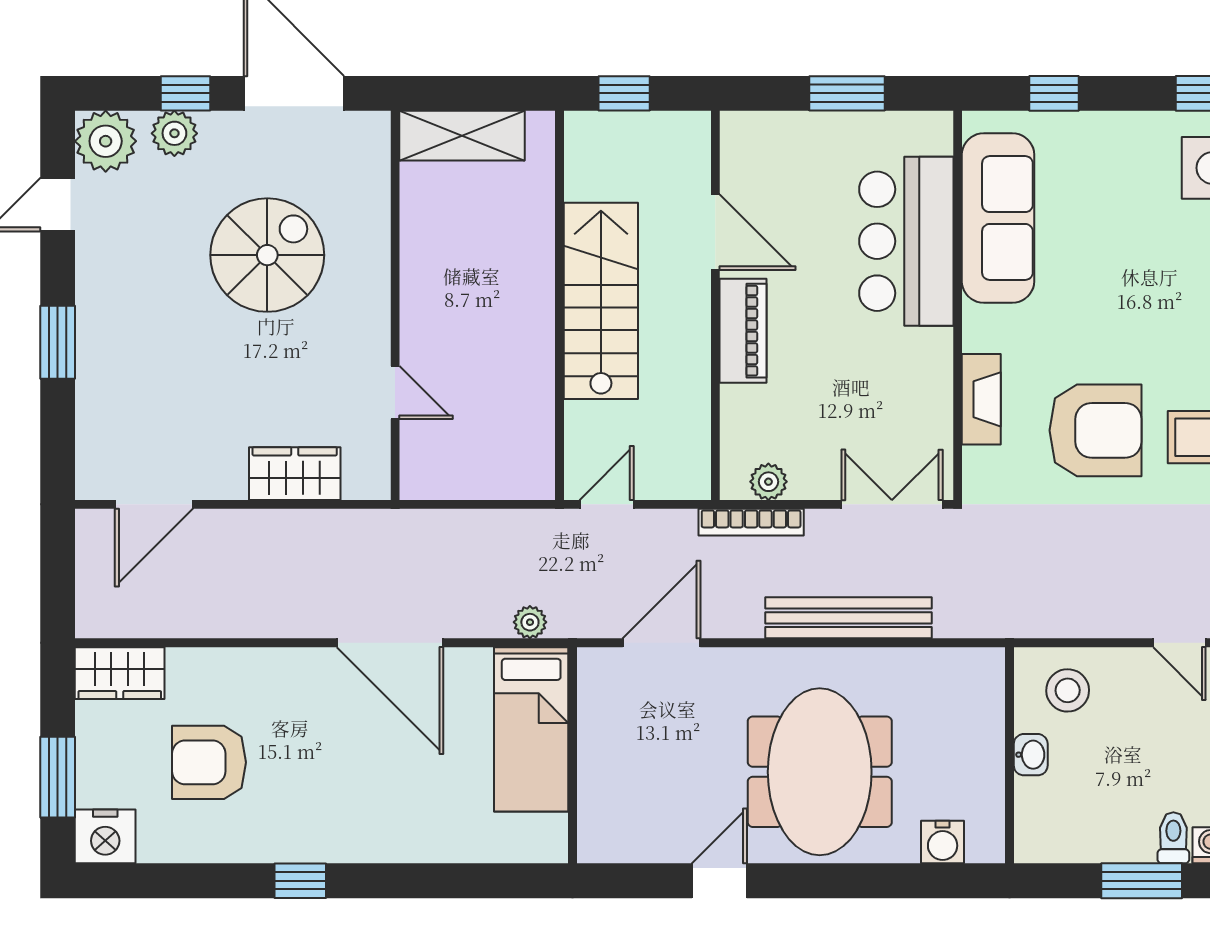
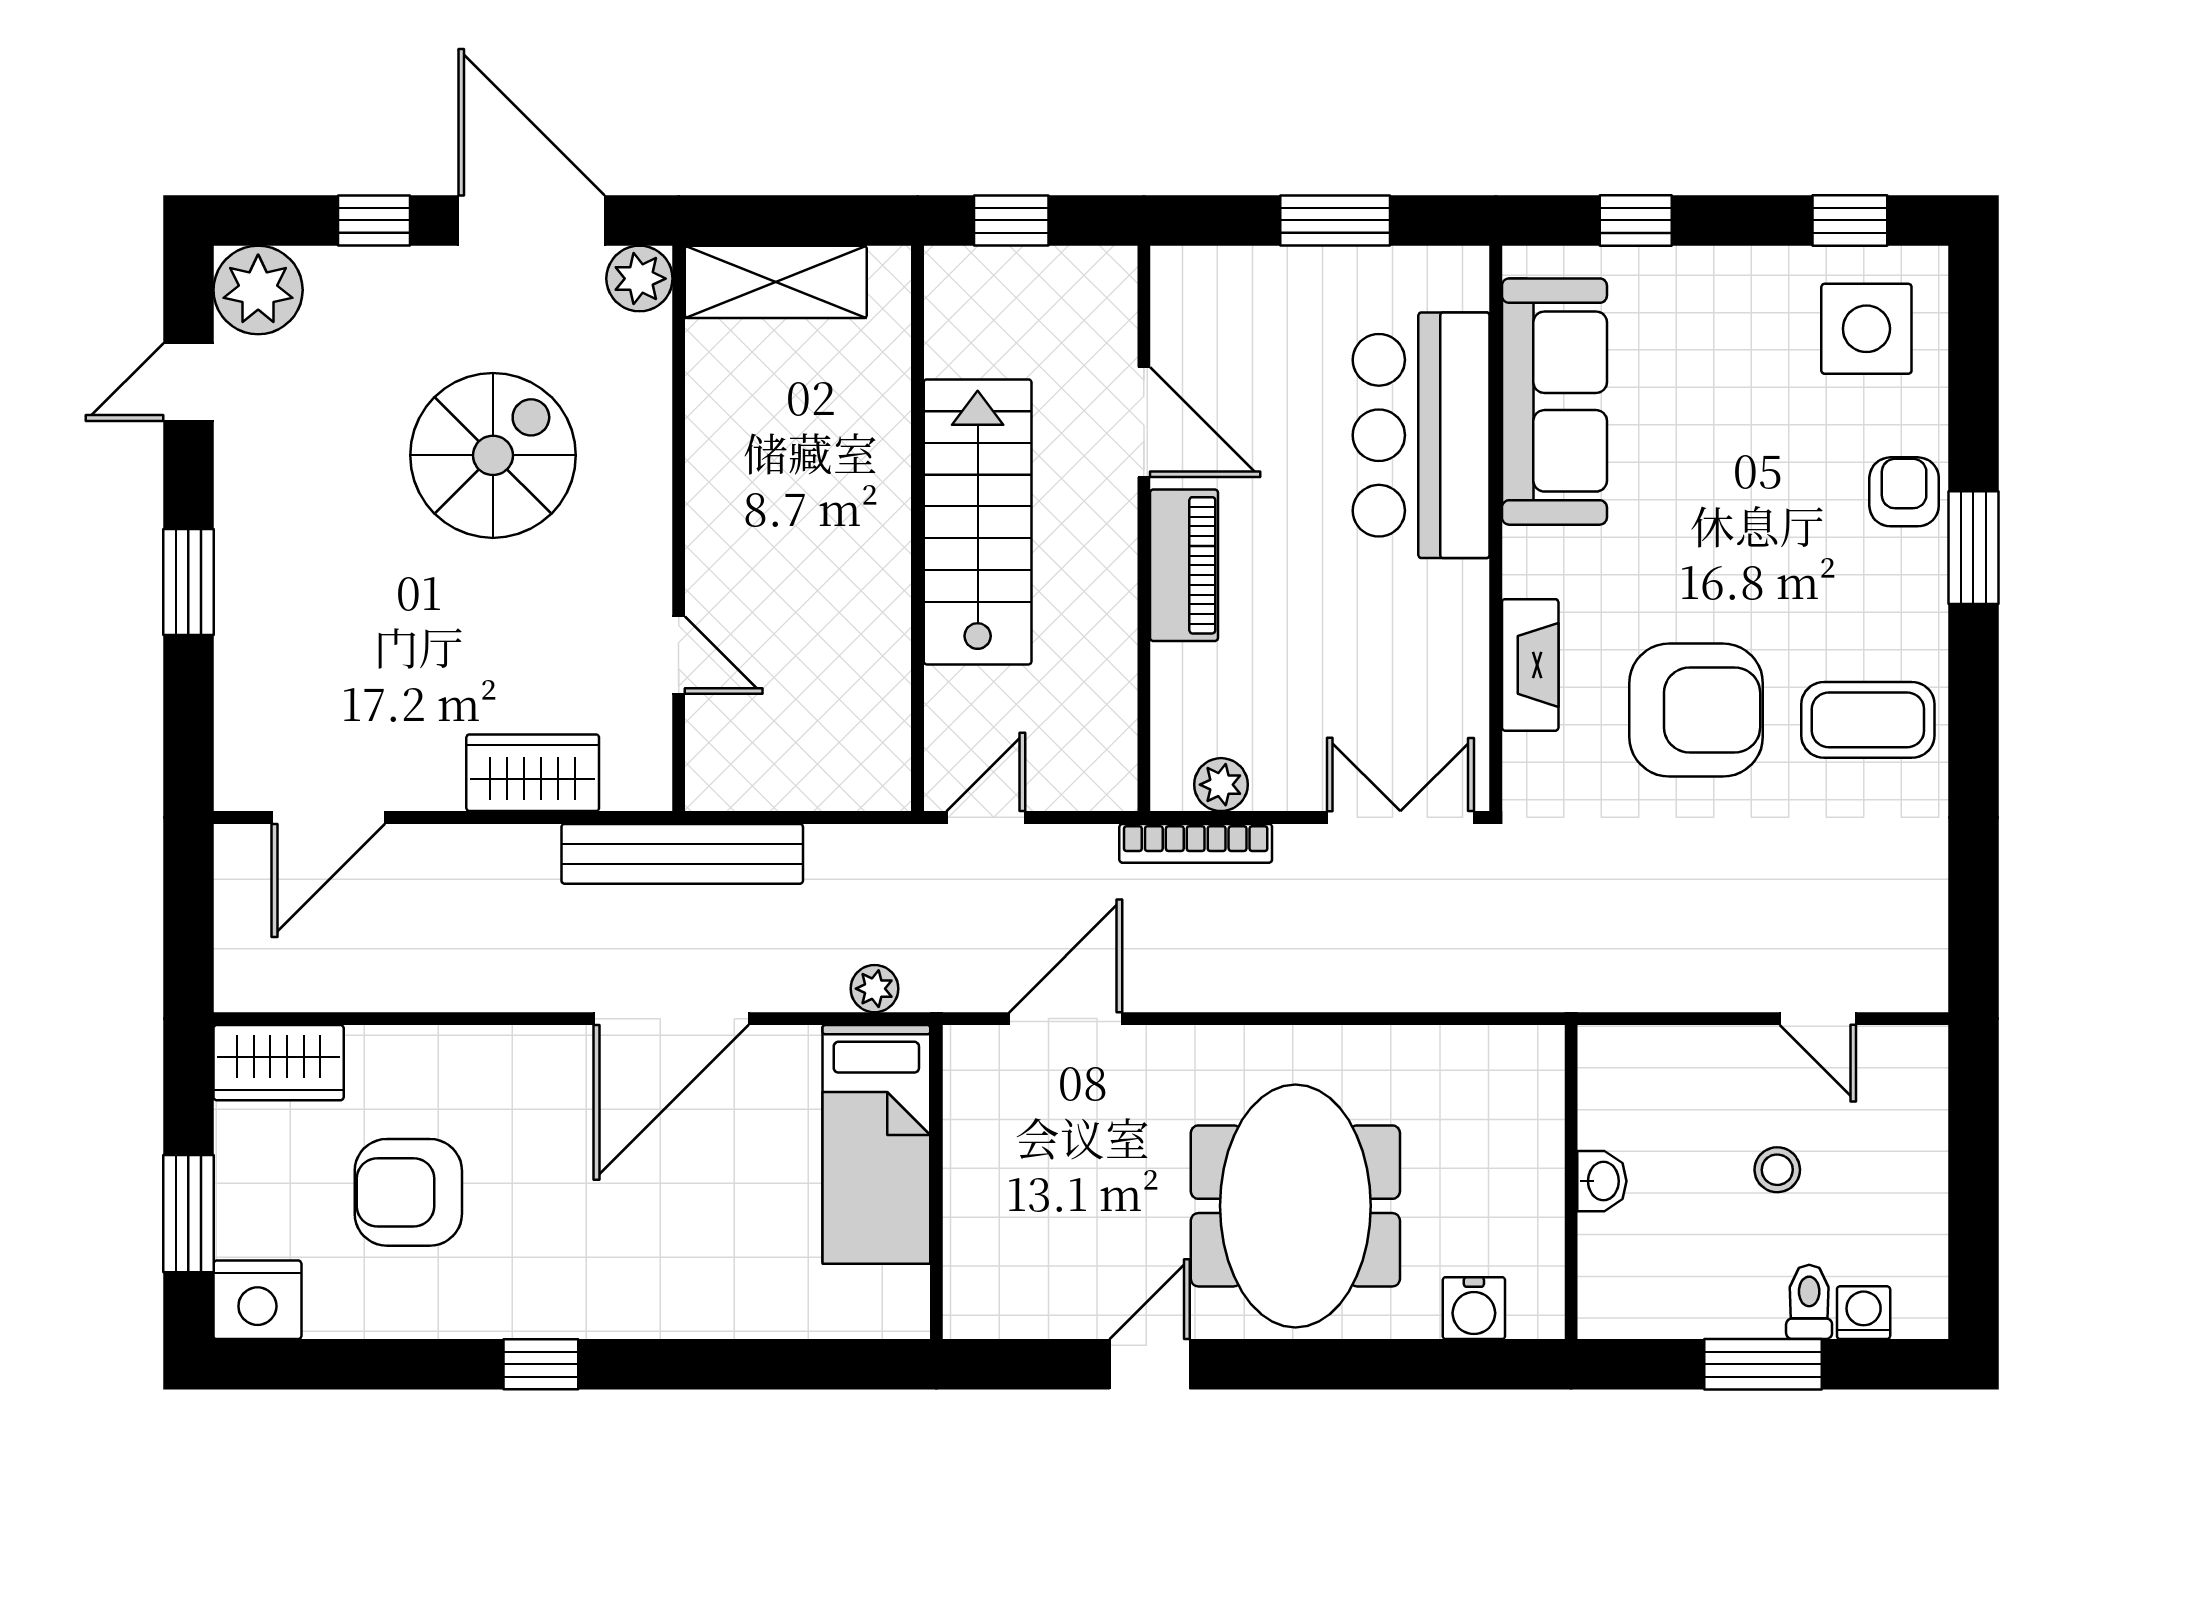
plant: (174, 133) -> (639, 279), moved
bench: (848, 618) -> (682, 854), moved
door: (390, 643) -> (671, 1019), hinge flipped
stool: (1068, 690) -> (1777, 1170), moved, width x0.73, depth x0.73

